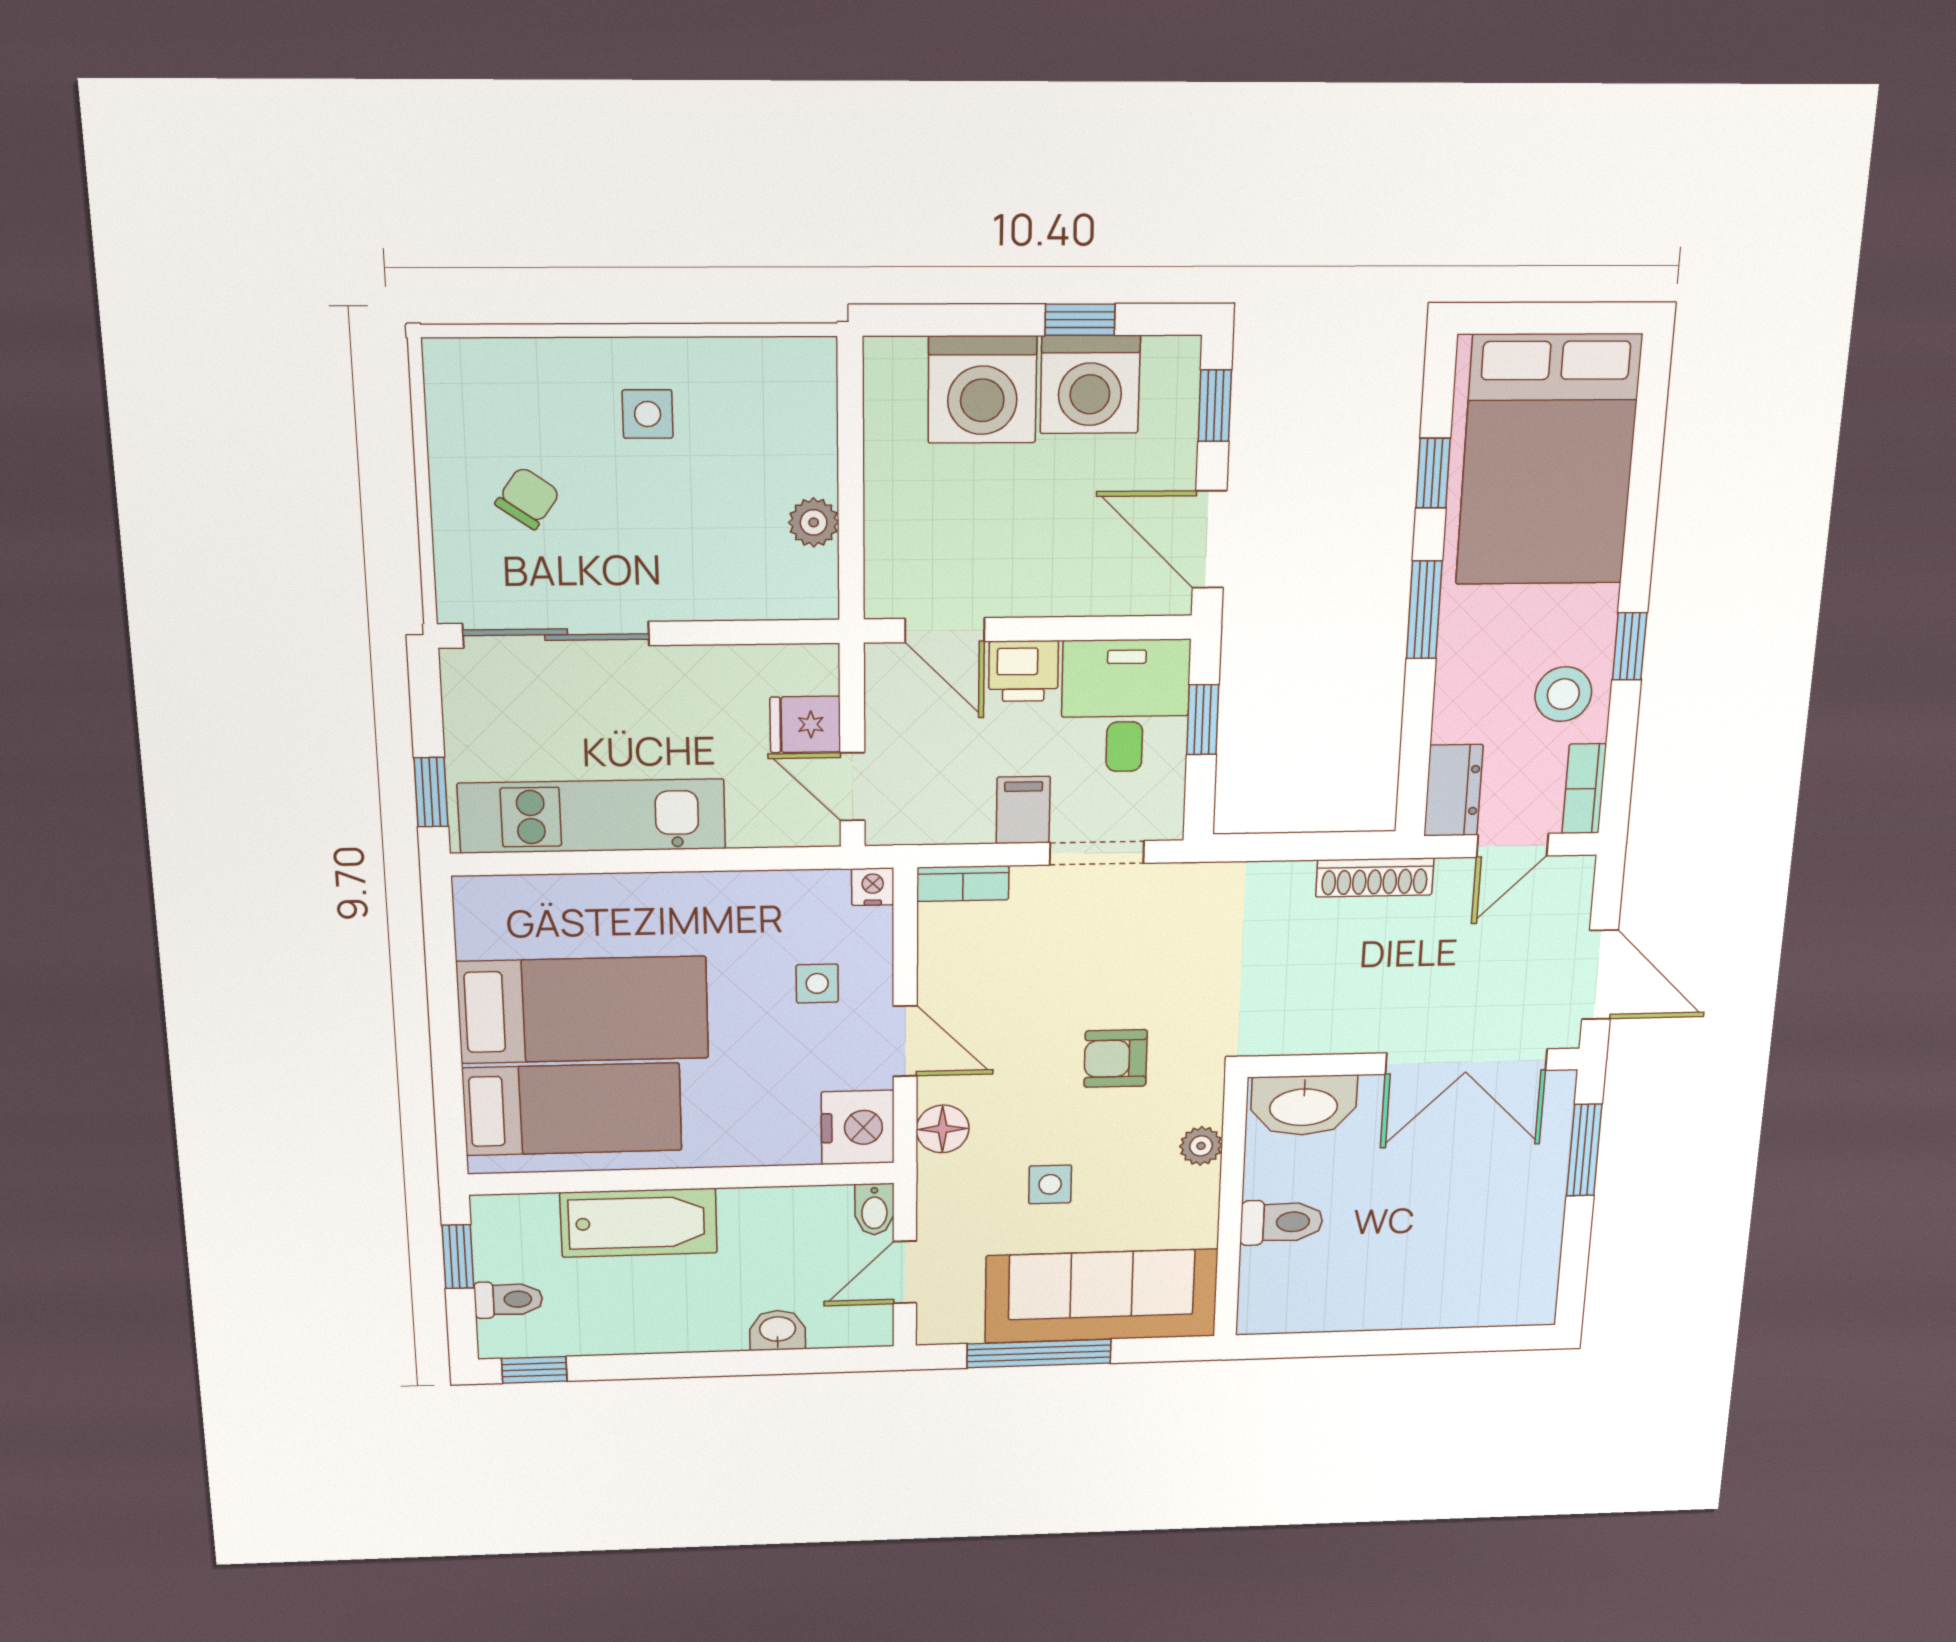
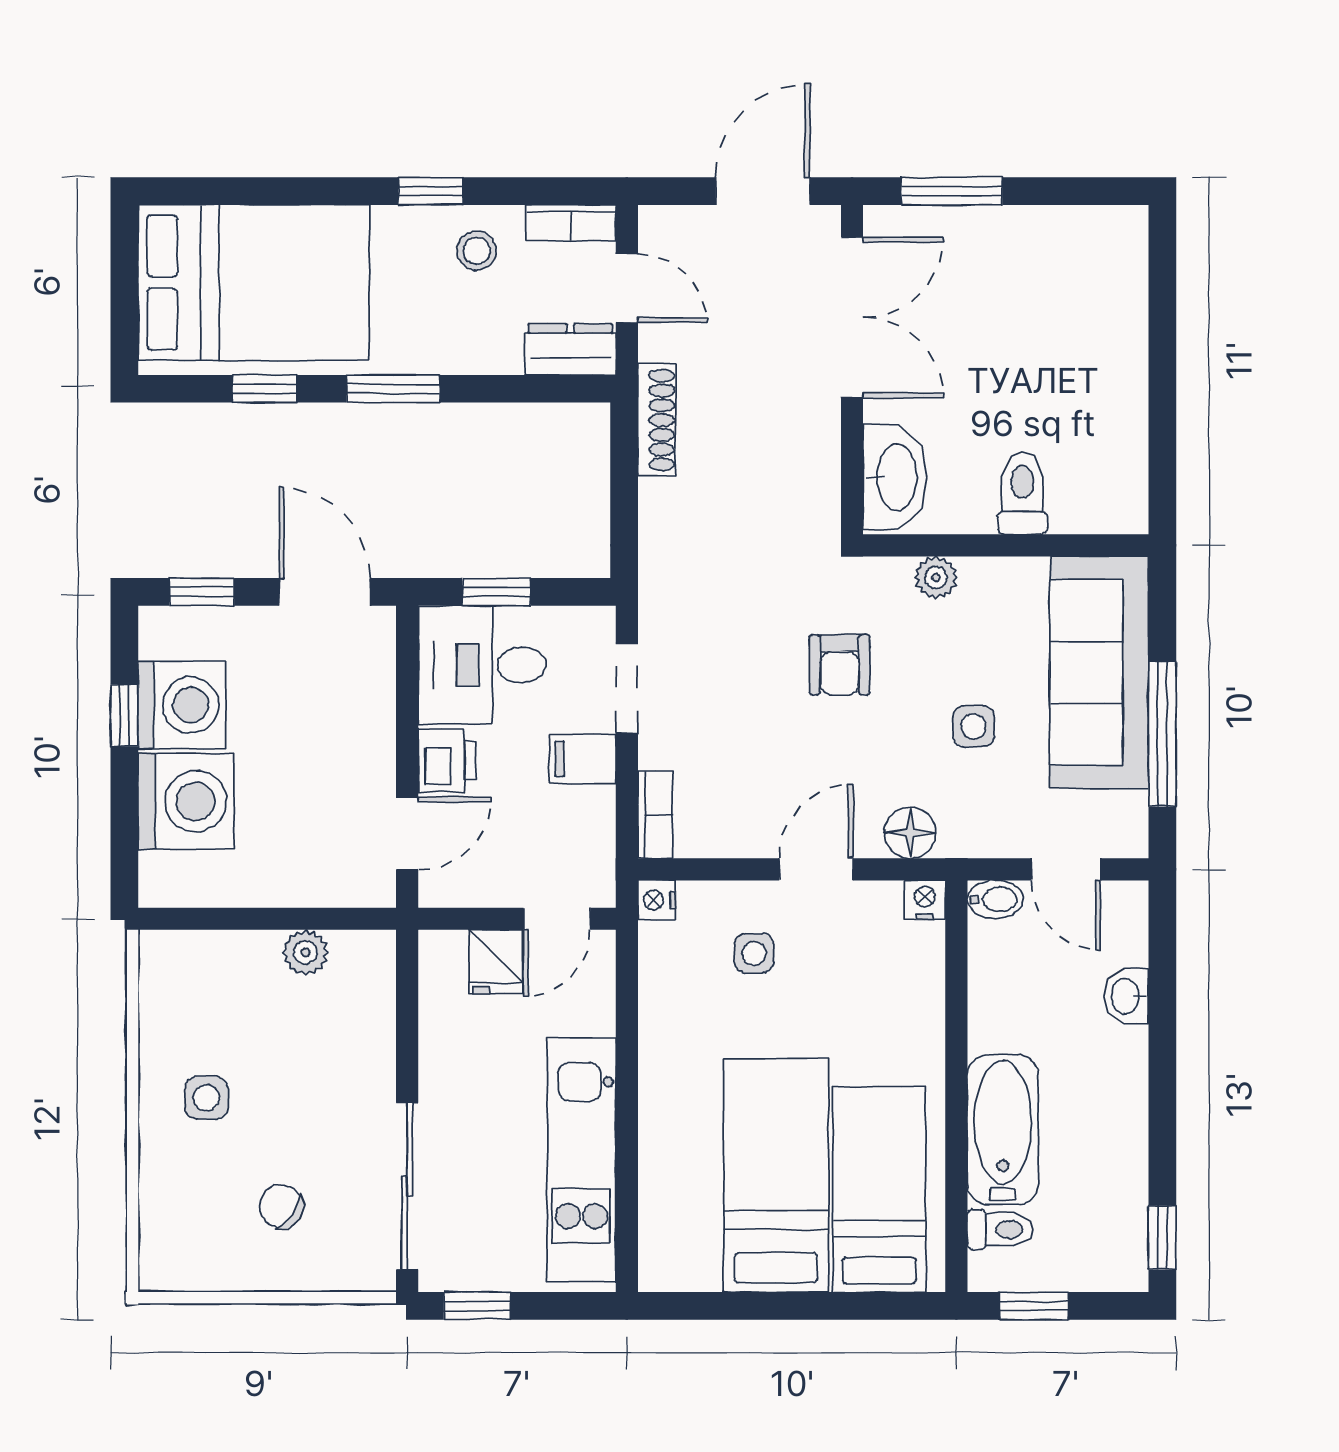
door: (1210, 539) -> (325, 592), swing flipped
stool: (1563, 694) -> (477, 251), width x0.73, depth x0.73
window: (431, 792) -> (477, 1306), moved
nightstand: (858, 1127) -> (925, 900), width x0.53, depth x0.56
toilet: (508, 1299) -> (1000, 1229), moved, turned 90

